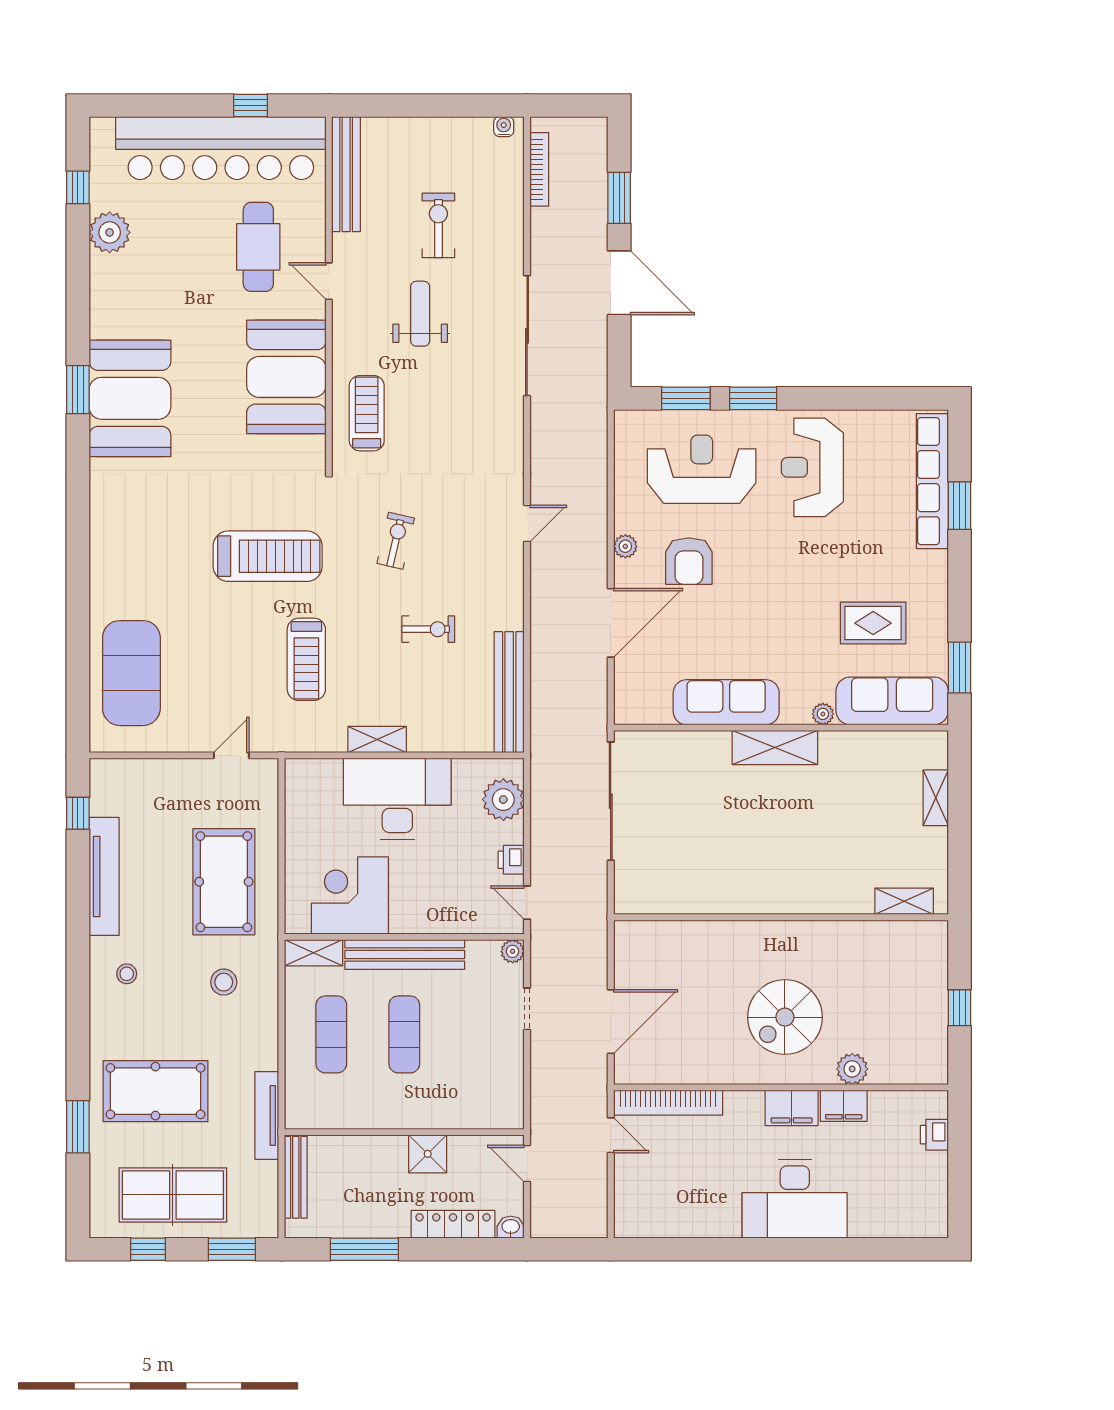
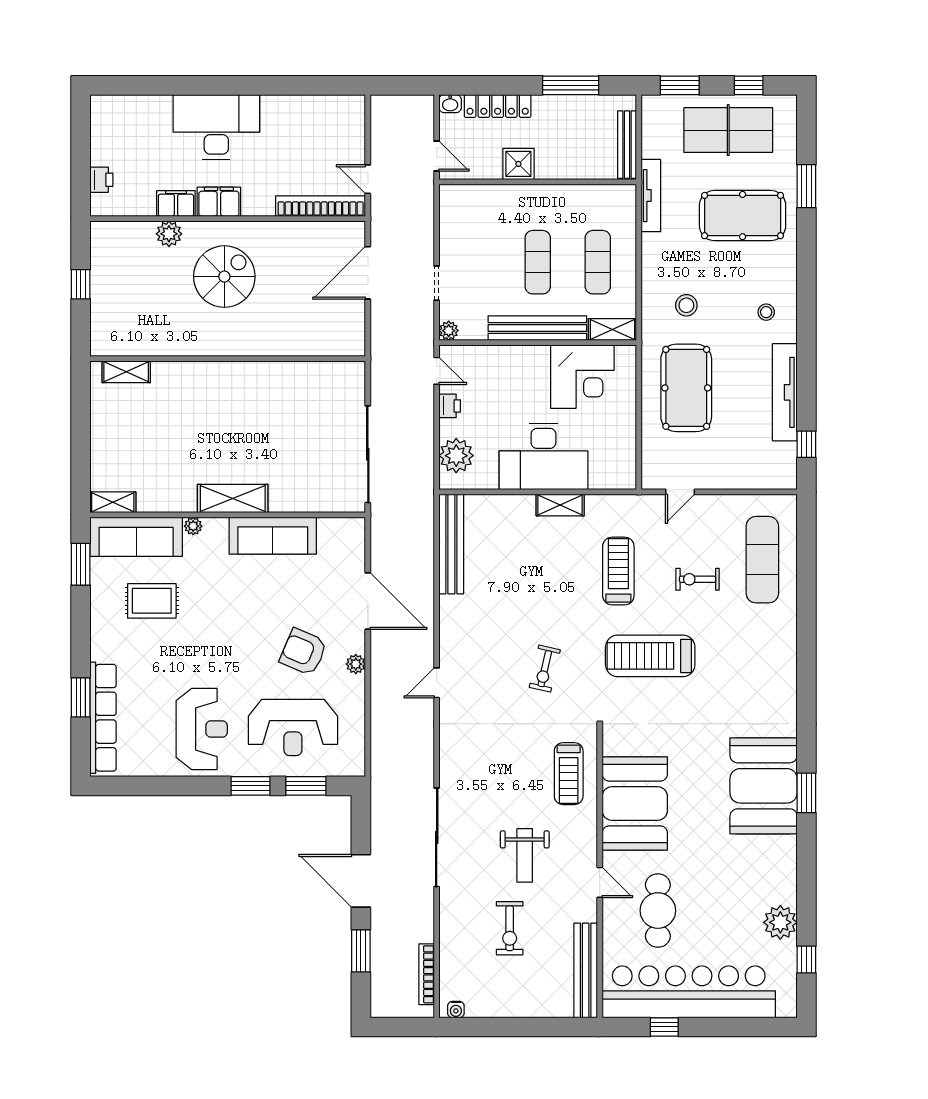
armchair: (689, 561) -> (303, 652), turned -67
door: (611, 623) -> (368, 601), swing flipped
exercise bike: (428, 629) -> (698, 579), moved
exercise mat: (131, 673) -> (762, 560), width x0.68
shelving: (936, 798) -> (113, 502), moved, turned 90

